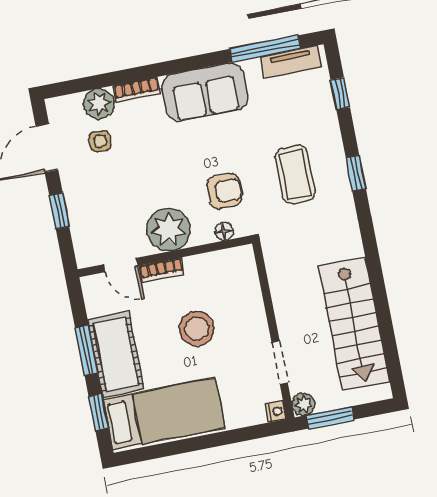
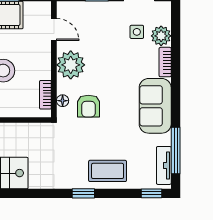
window: (340, 93) -> (152, 193), moved
coffee table: (295, 175) -> (108, 171), moved
door: (121, 265) -> (54, 29), swing flipped
bookcase: (162, 270) -> (45, 95), moved

